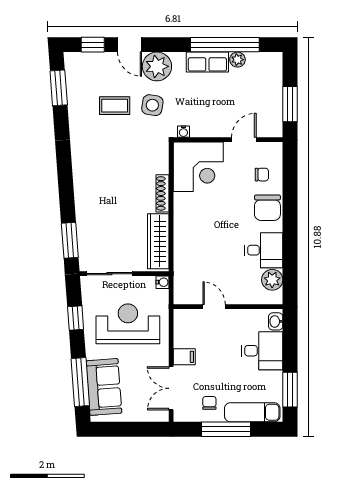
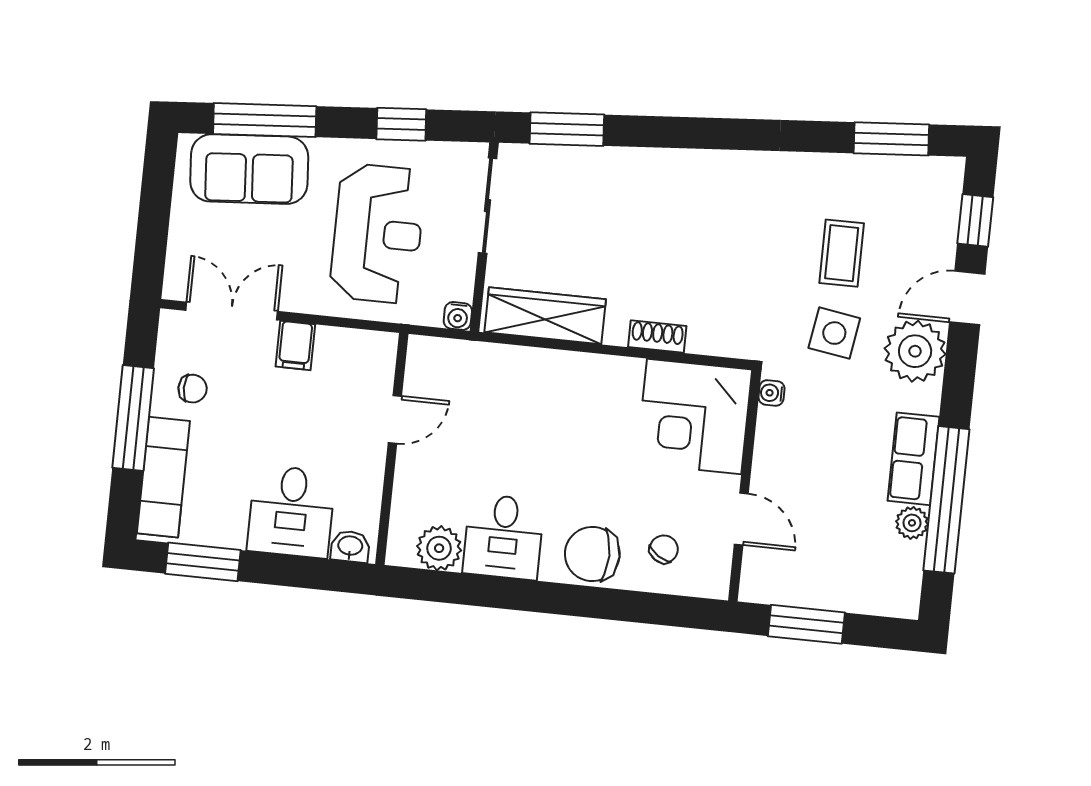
chair: (262, 175) -> (664, 549), turned -147
shoe rack: (163, 193) -> (657, 337), width x0.70

